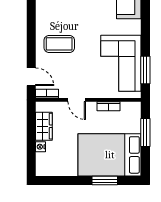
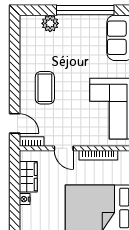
coffee table: (59, 44) -> (45, 88), turned 90
bookcase: (109, 106) -> (98, 155), width x1.56

